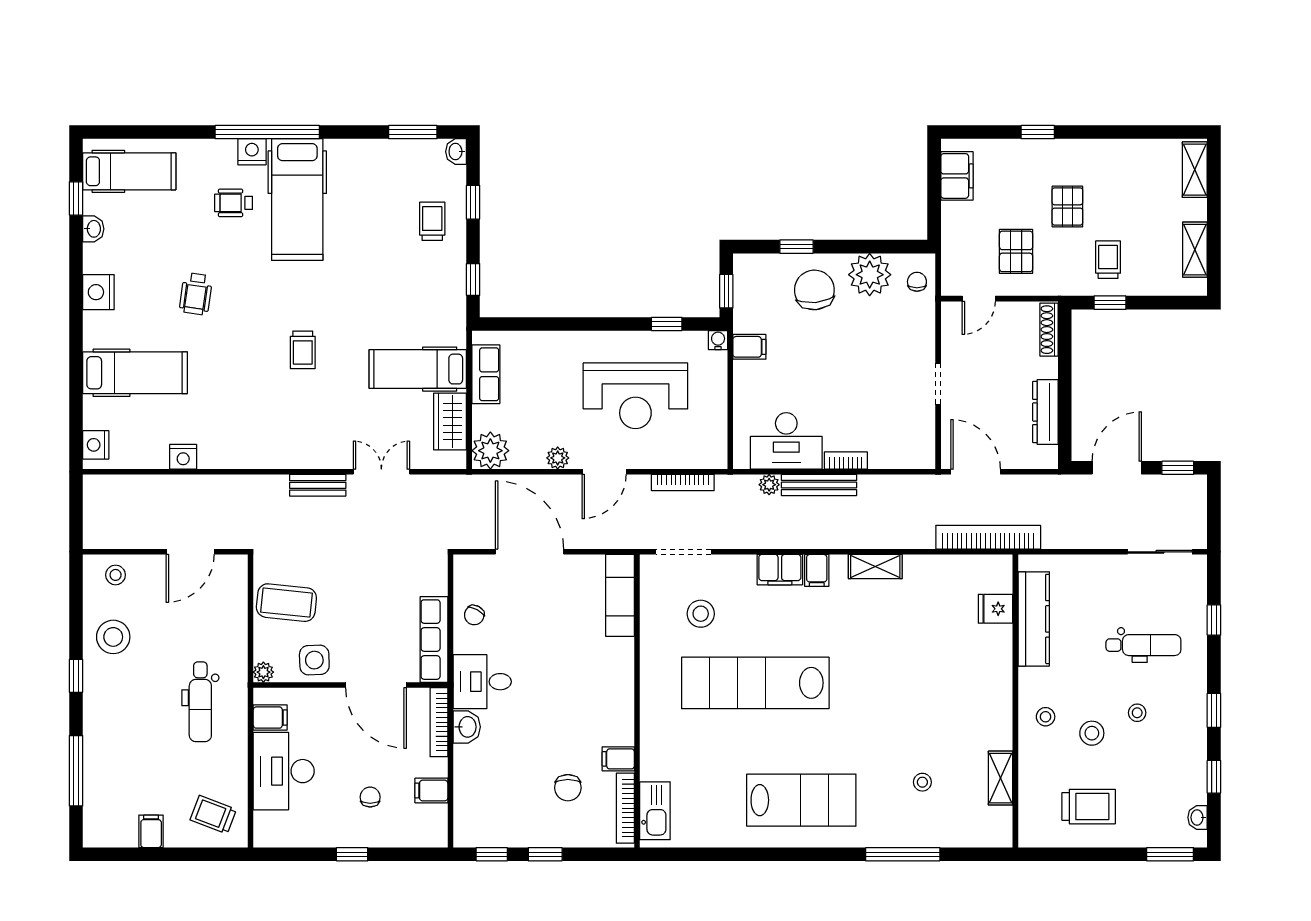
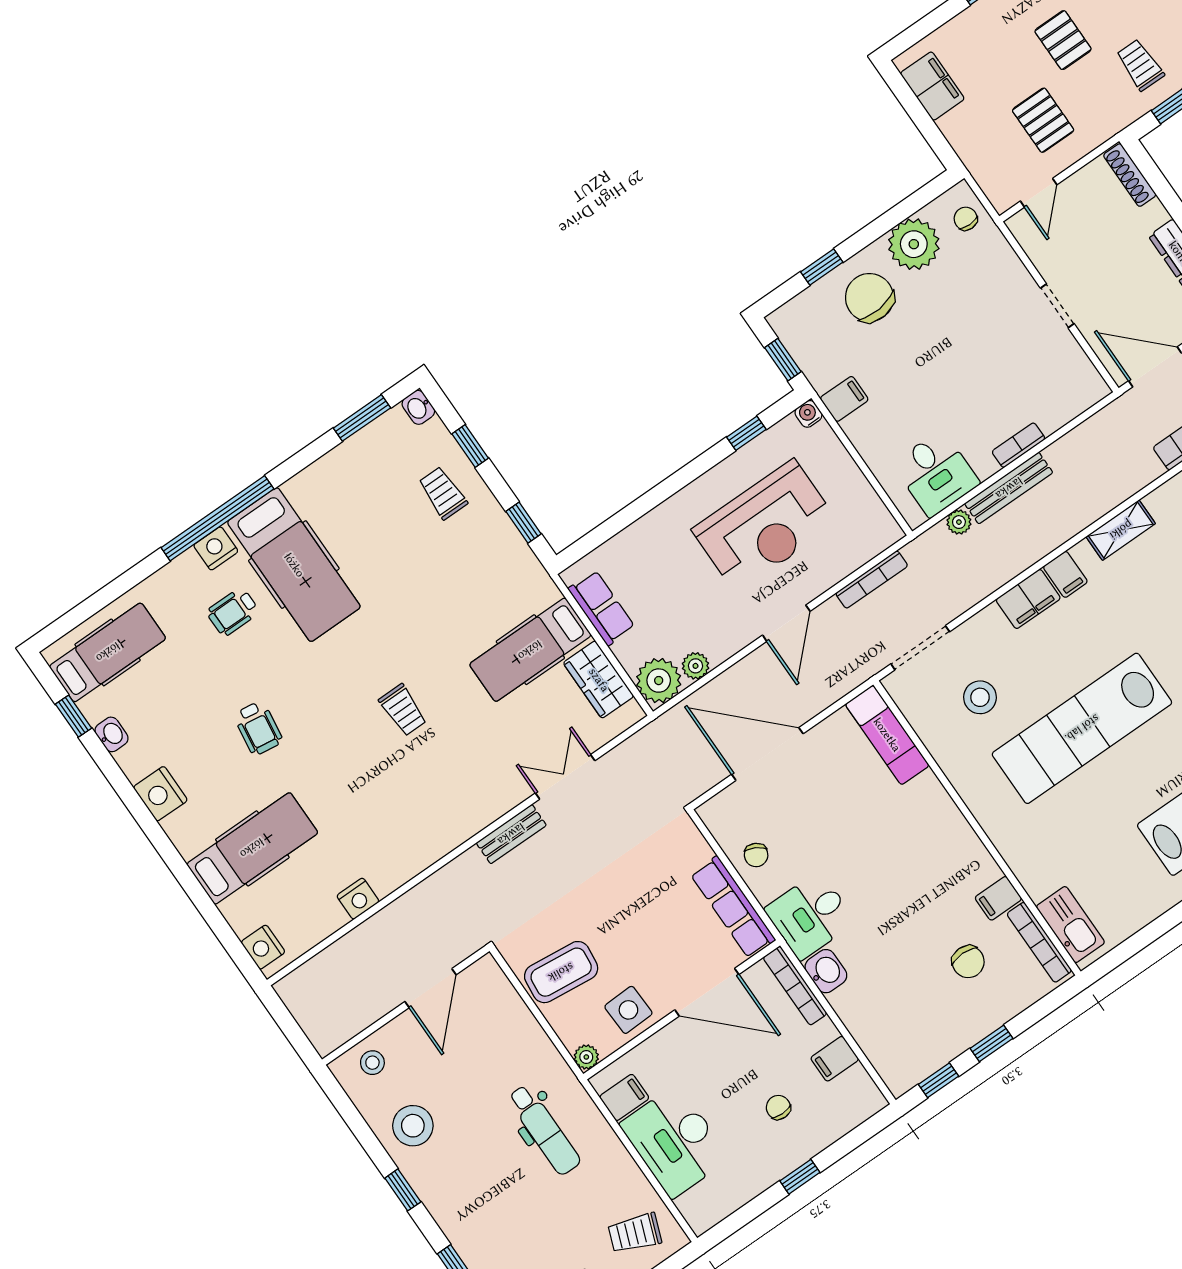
desk: (786, 441) -> (936, 474), width x0.73
plant: (558, 458) -> (695, 666), moved

